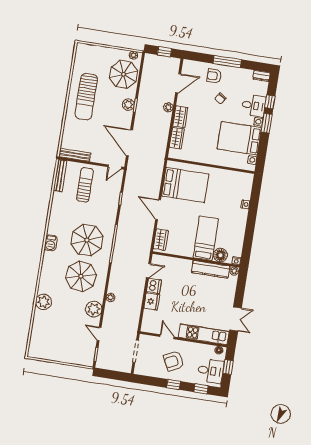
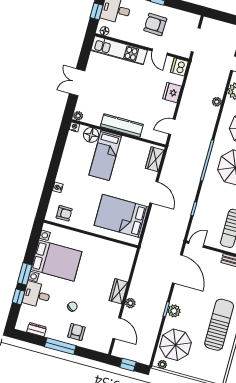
armchair: (214, 76) -> (76, 332), turned -90
dresser: (261, 76) -> (37, 330), moved
door: (178, 83) -> (117, 328), swing flipped
wardrobe: (177, 138) -> (125, 268), removed
armchair: (237, 182) -> (64, 213), added
kitchen counter: (211, 269) -> (122, 126), moved
dishwasher: (154, 286) -> (179, 67), moved
double door: (236, 319) -> (77, 82), moved
armchair: (174, 361) -> (155, 24), turned -152

